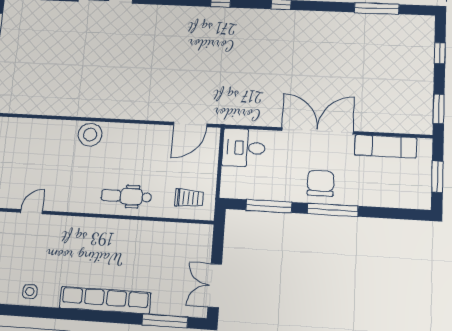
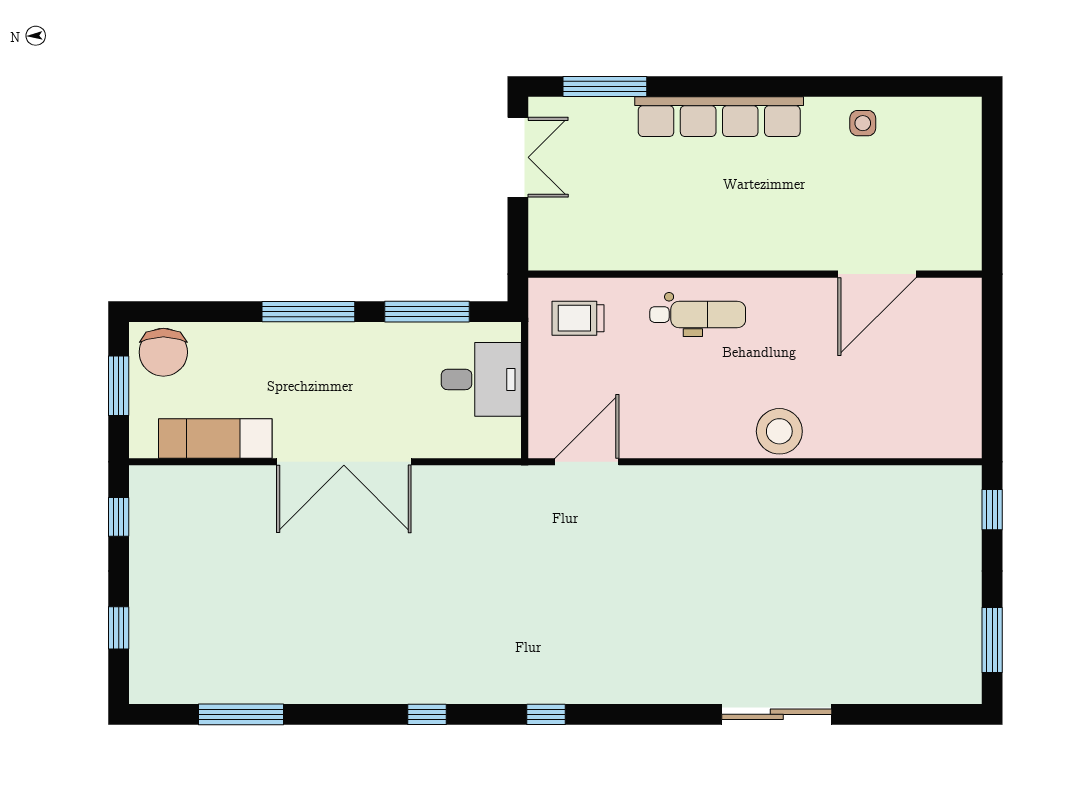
window: (439, 109) -> (119, 517), width x0.67
desk: (244, 148) -> (481, 379), moved
chair: (321, 183) -> (163, 352), moved
door: (32, 212) -> (877, 274), width x1.87

